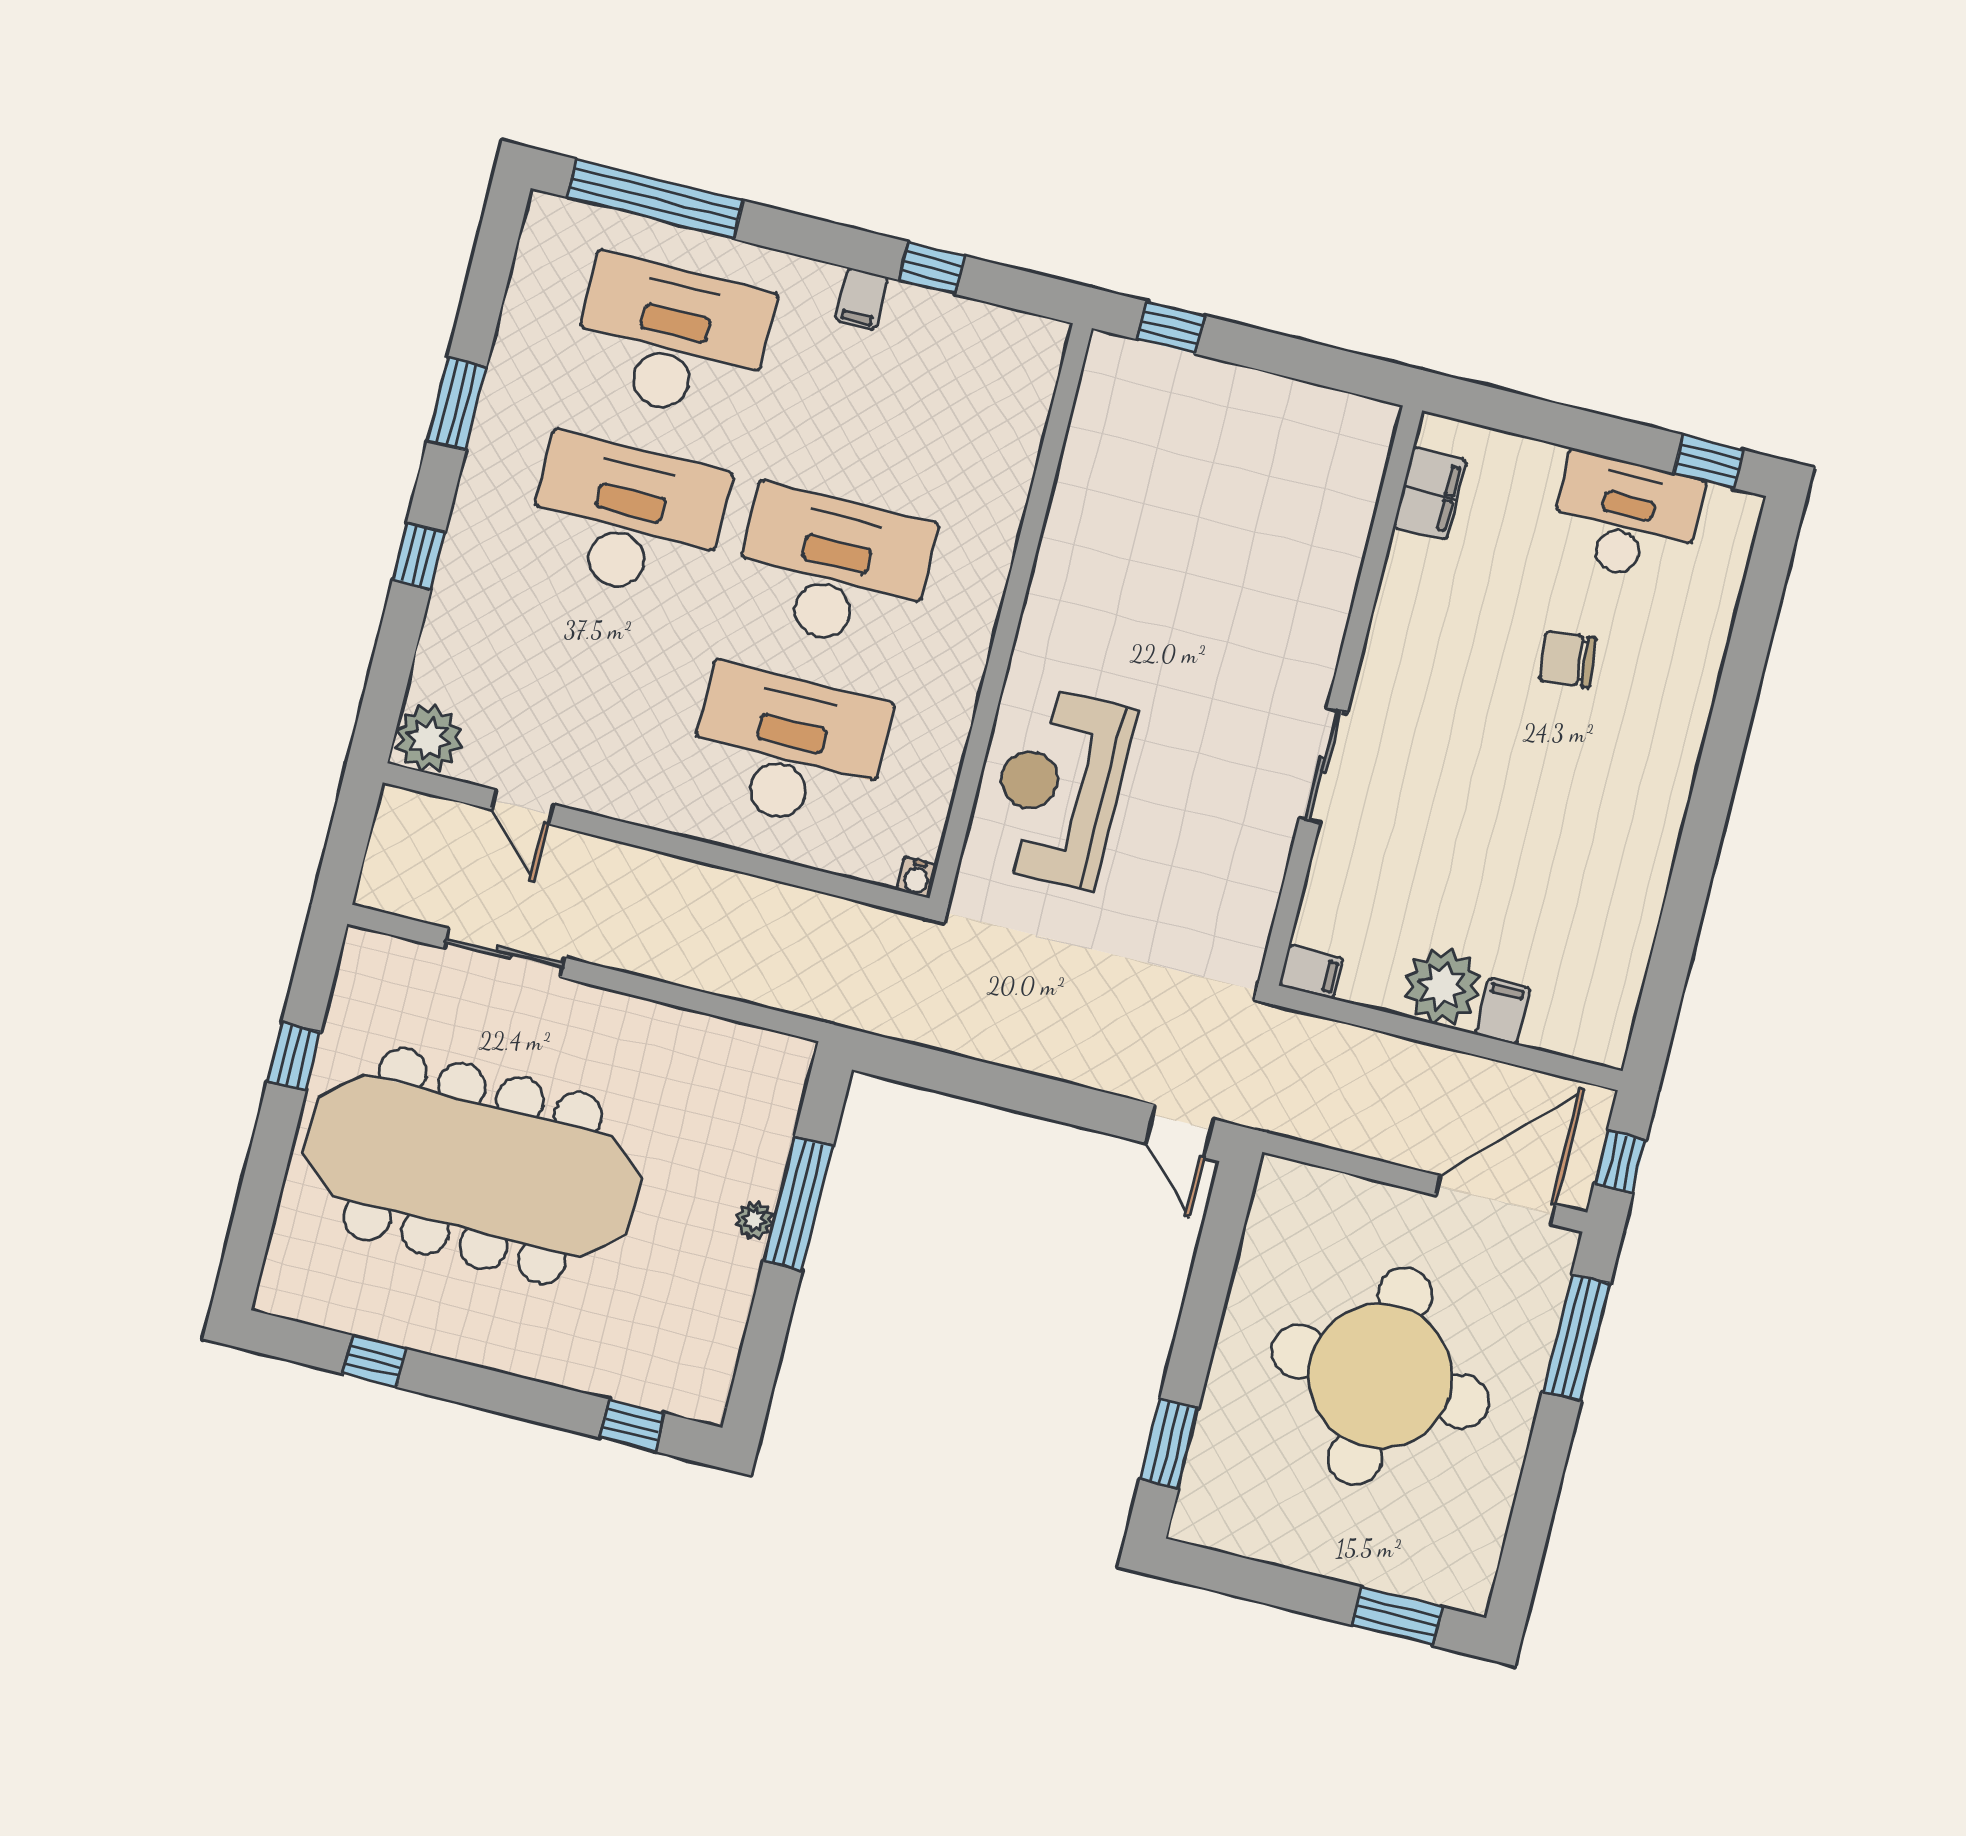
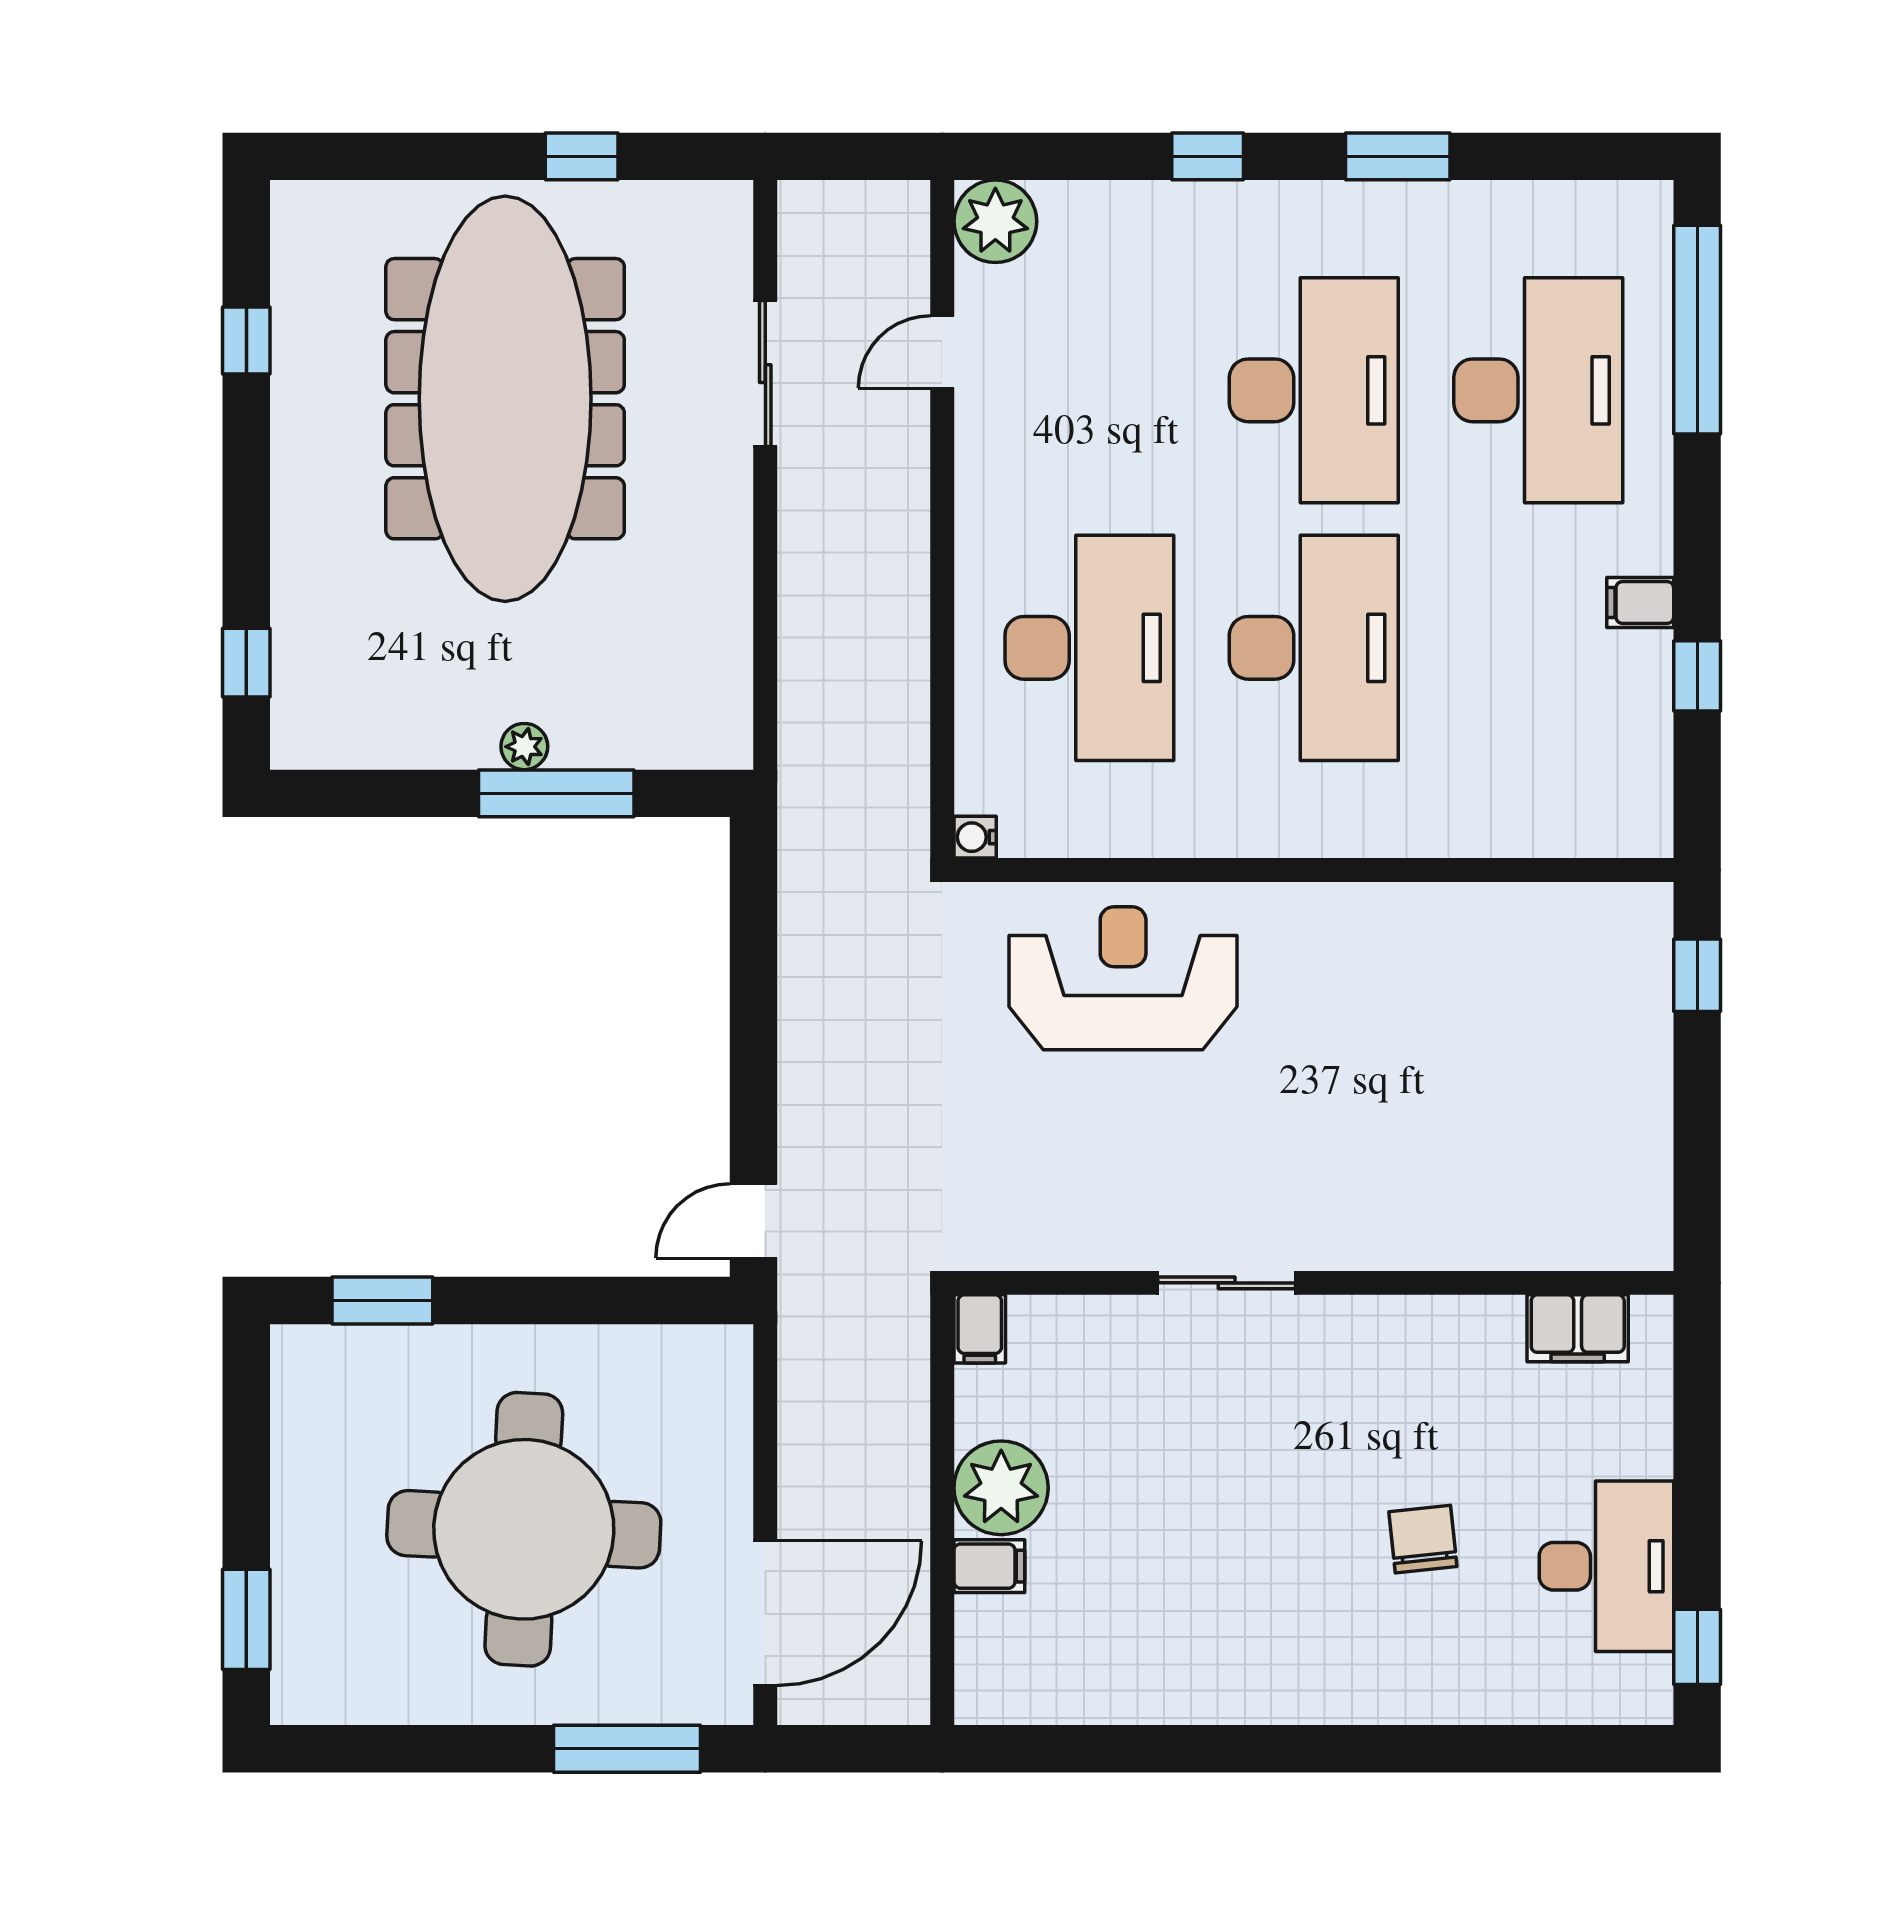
window: (1620, 1162) -> (847, 1749), removed
door: (1495, 1200) -> (765, 1613), hinge flipped

